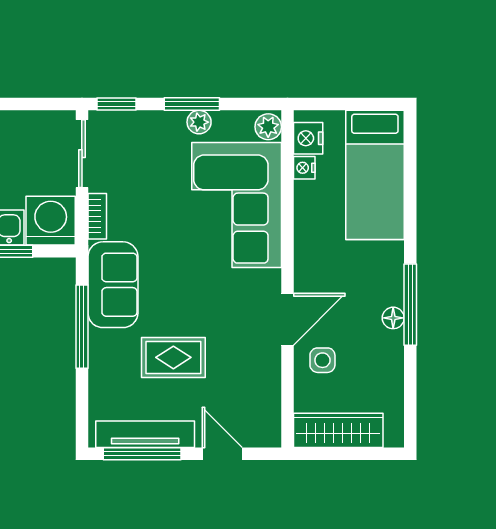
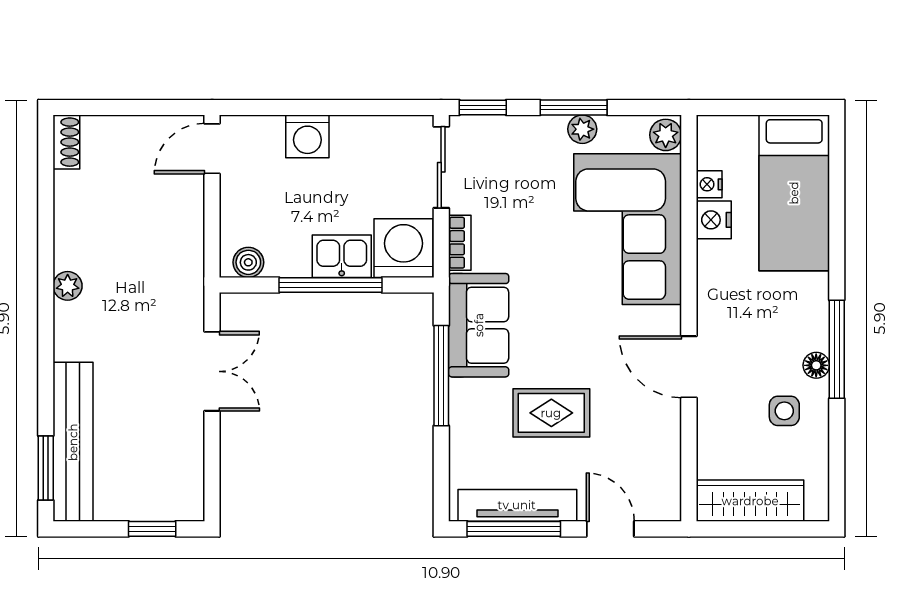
nightstand: (308, 138) -> (714, 220), moved
door: (287, 319) -> (689, 367), swing flipped
side table: (322, 360) -> (784, 411), moved

